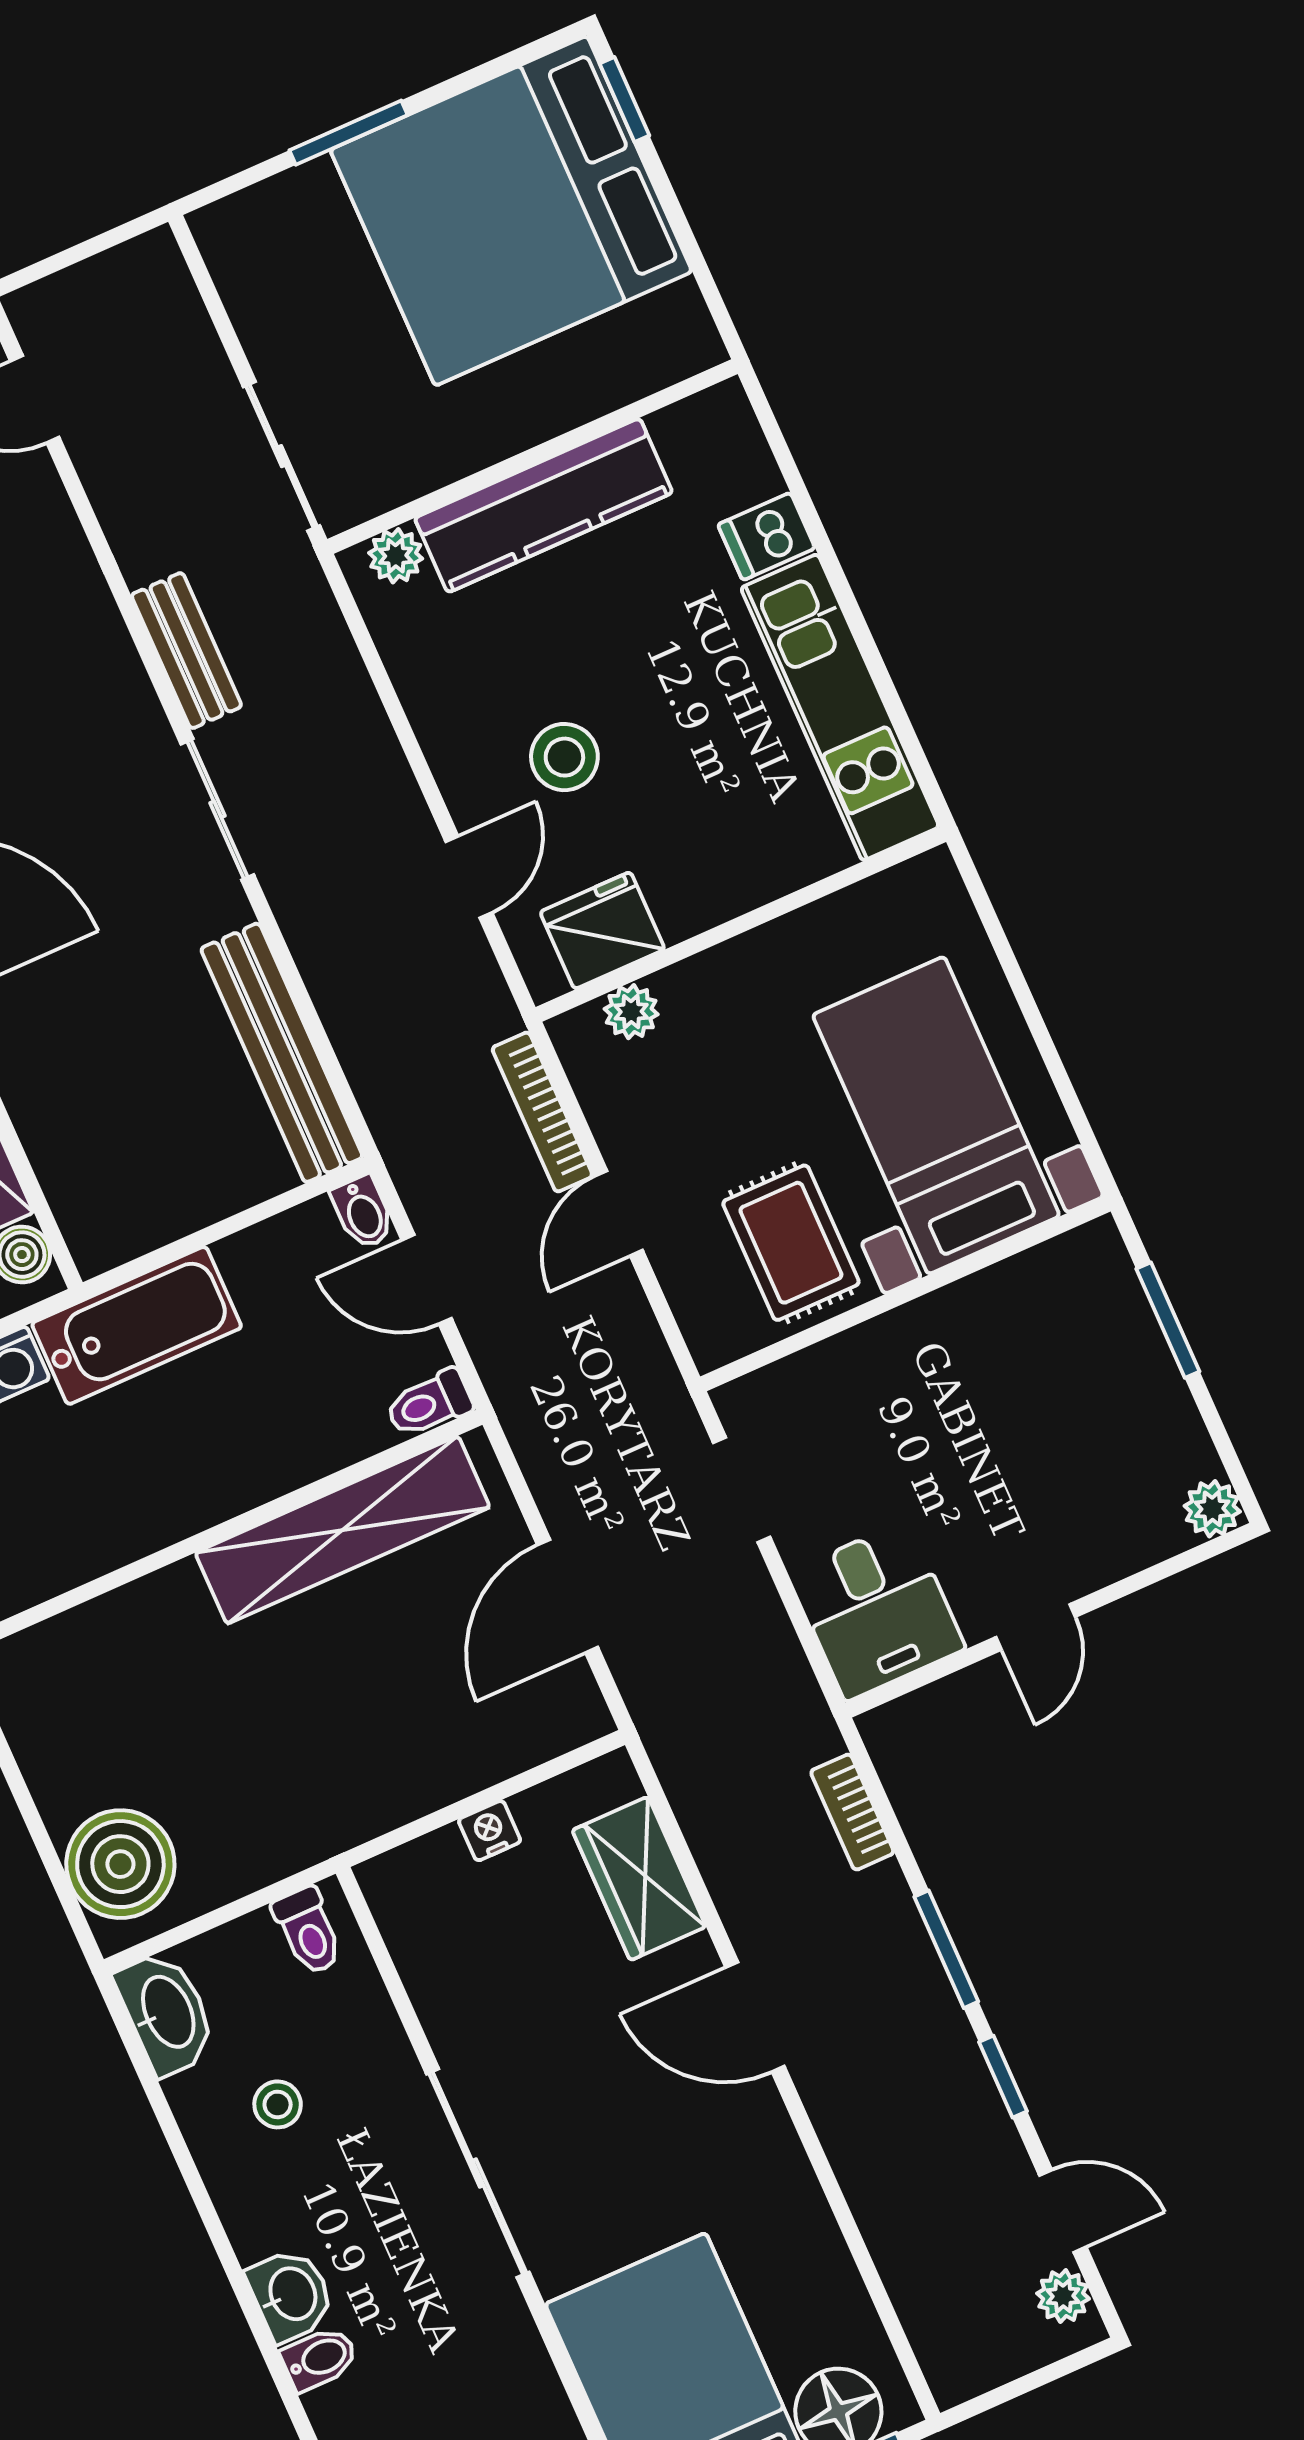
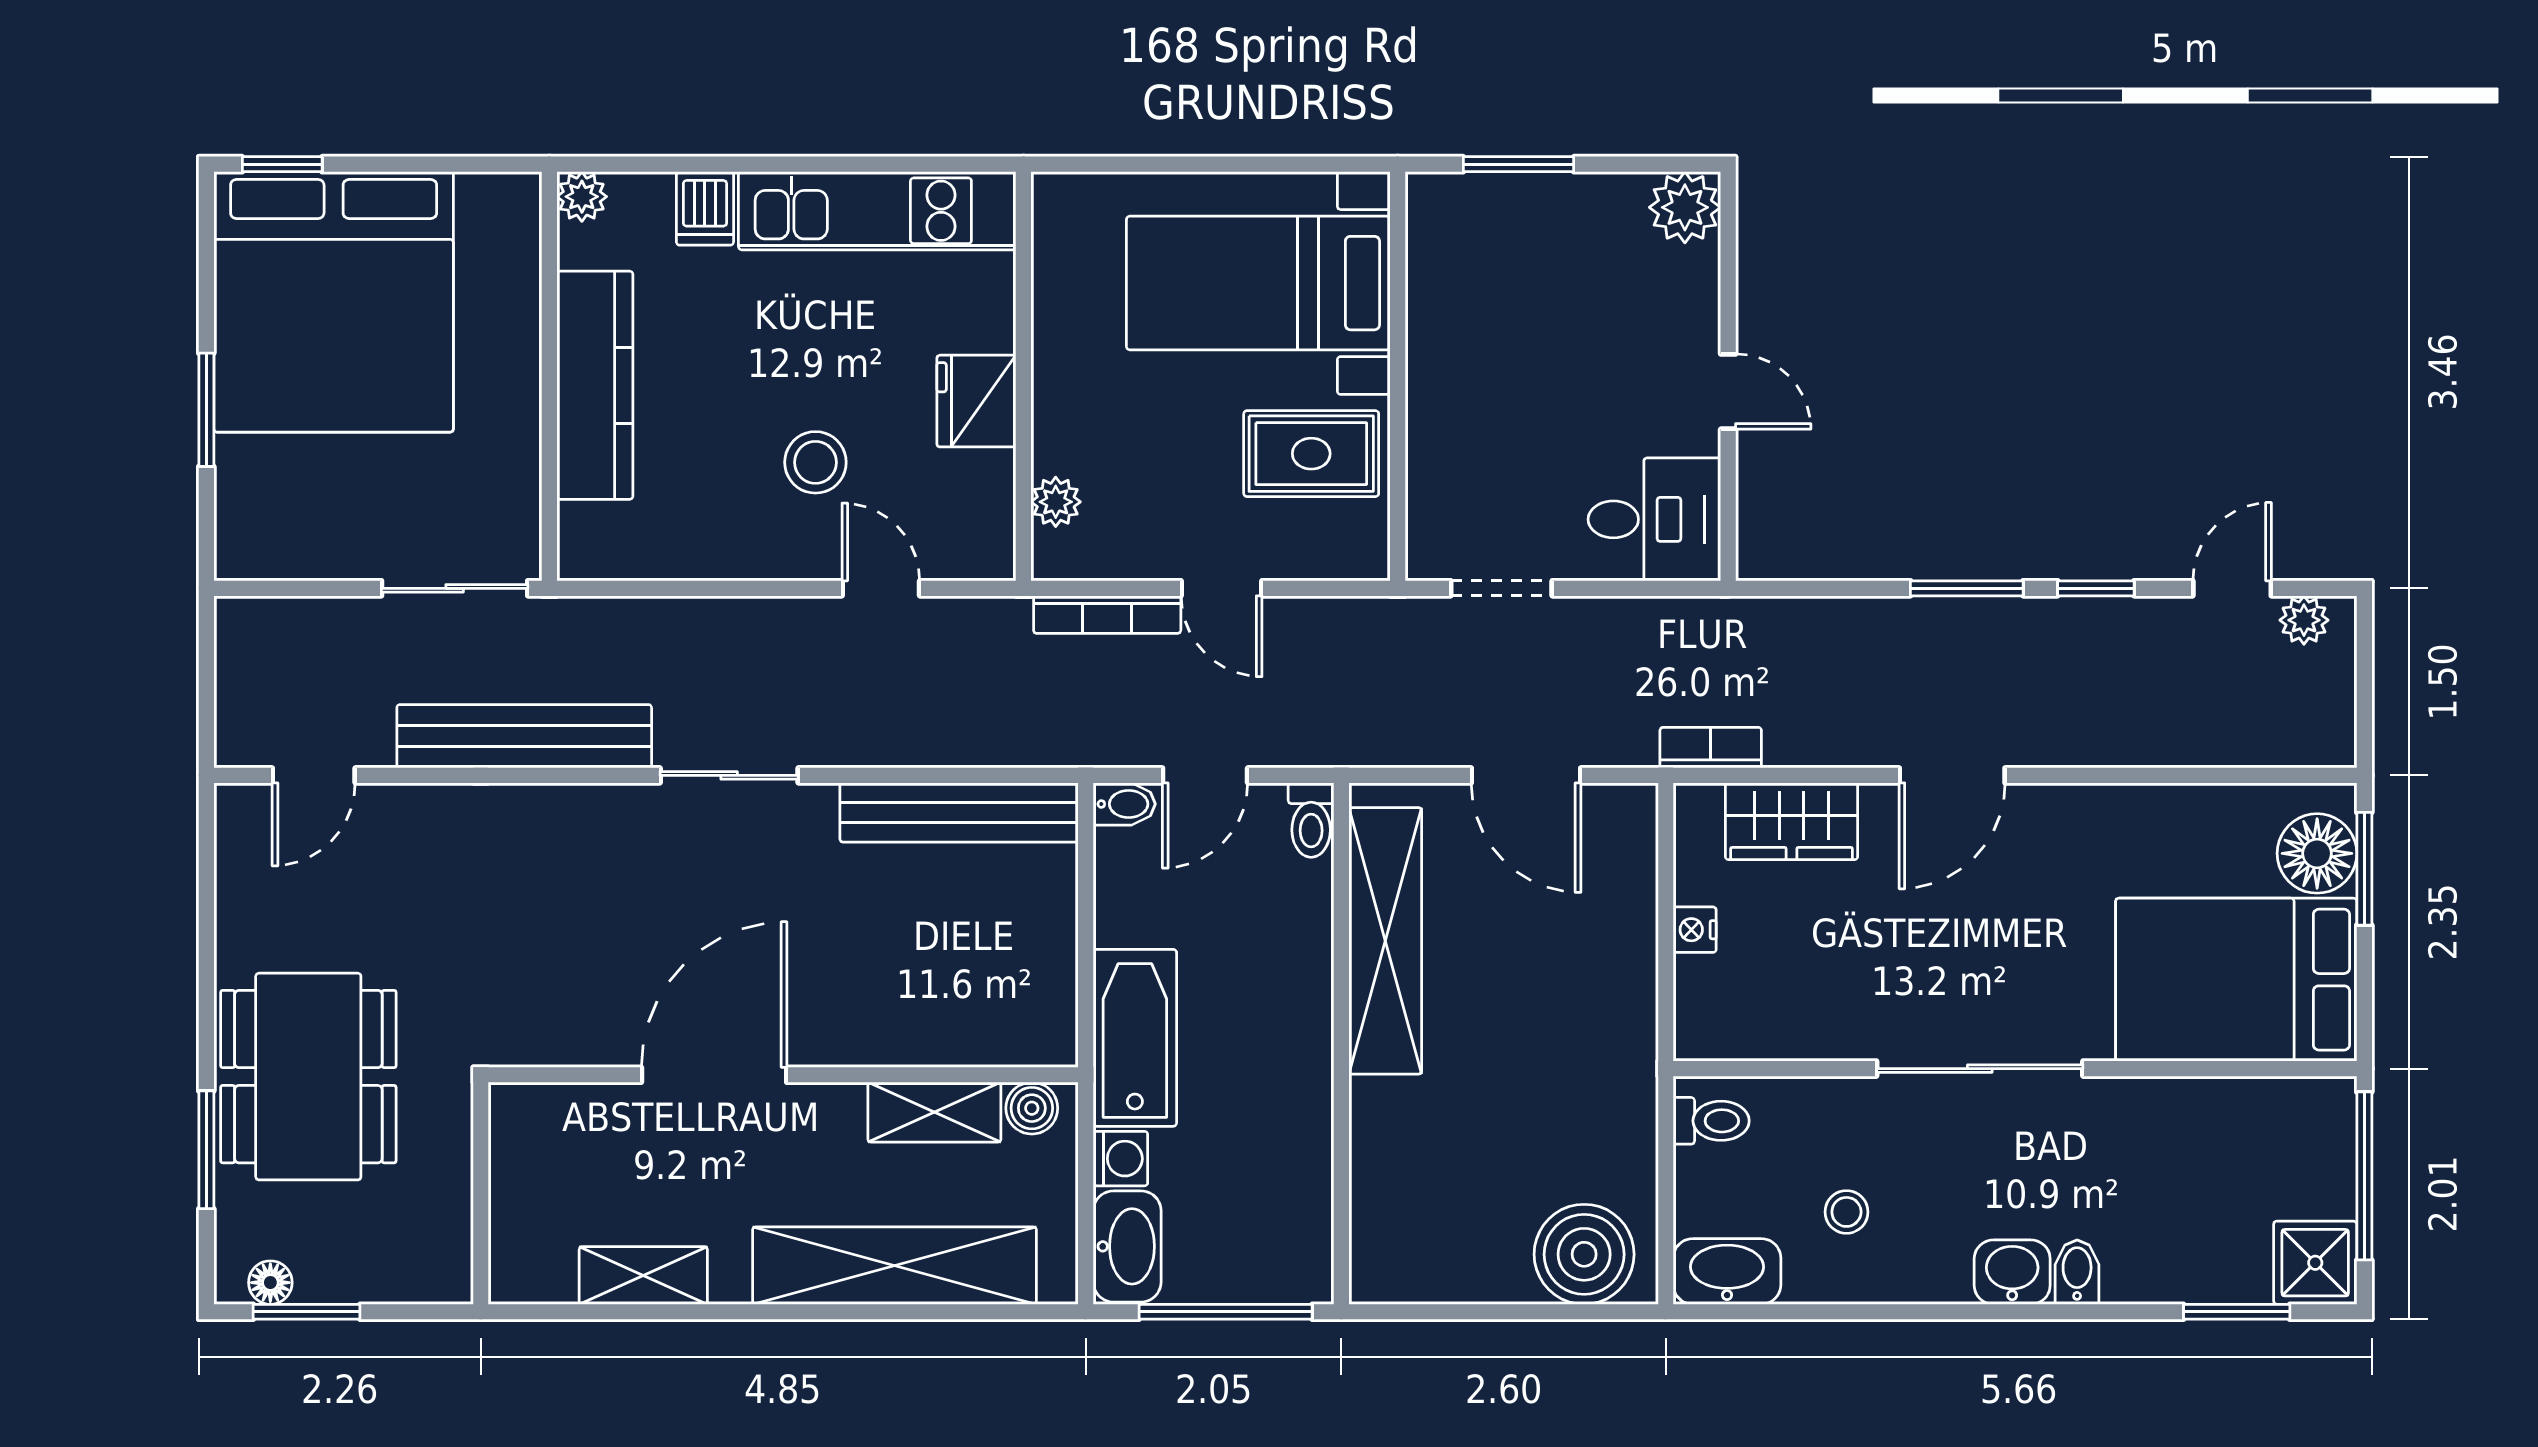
plant: (396, 556) -> (582, 197), moved
bench: (186, 651) -> (524, 736), width x1.86, depth x1.21
fridge: (602, 930) -> (976, 401), moved
plant: (1212, 1509) -> (1685, 207), width x1.38, depth x1.38
bookcase: (852, 1812) -> (1711, 748), moved, turned 180

